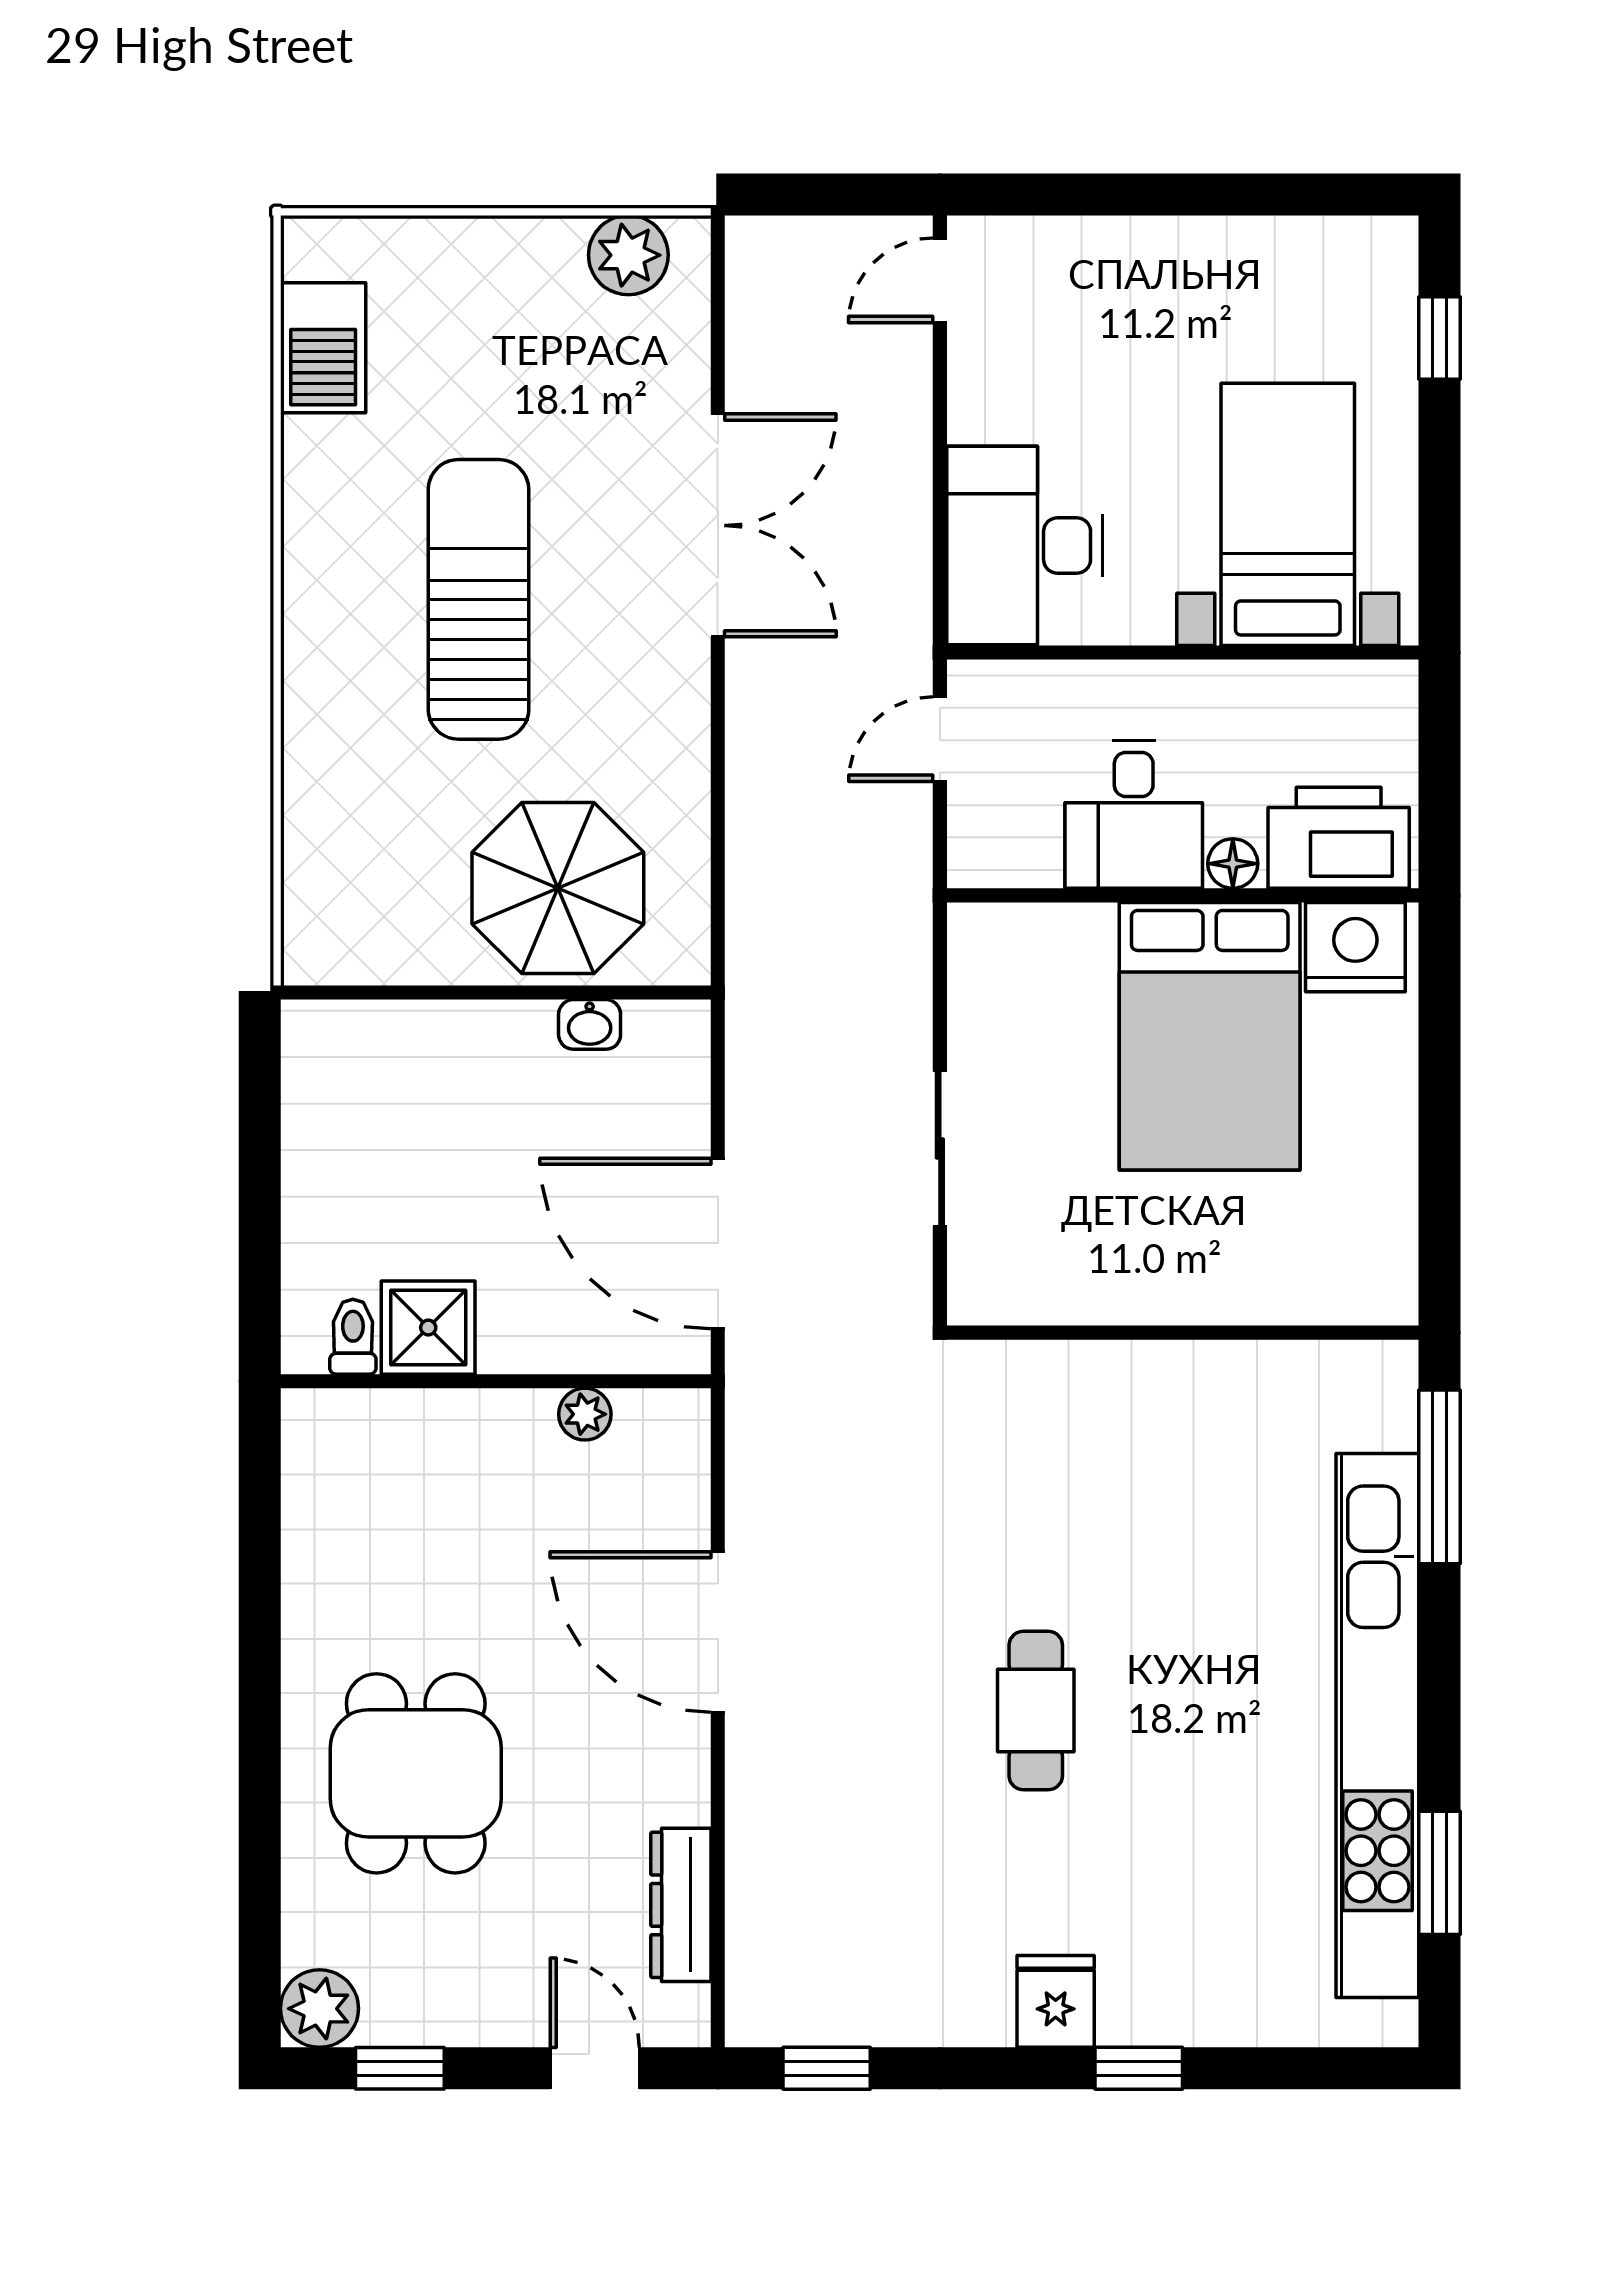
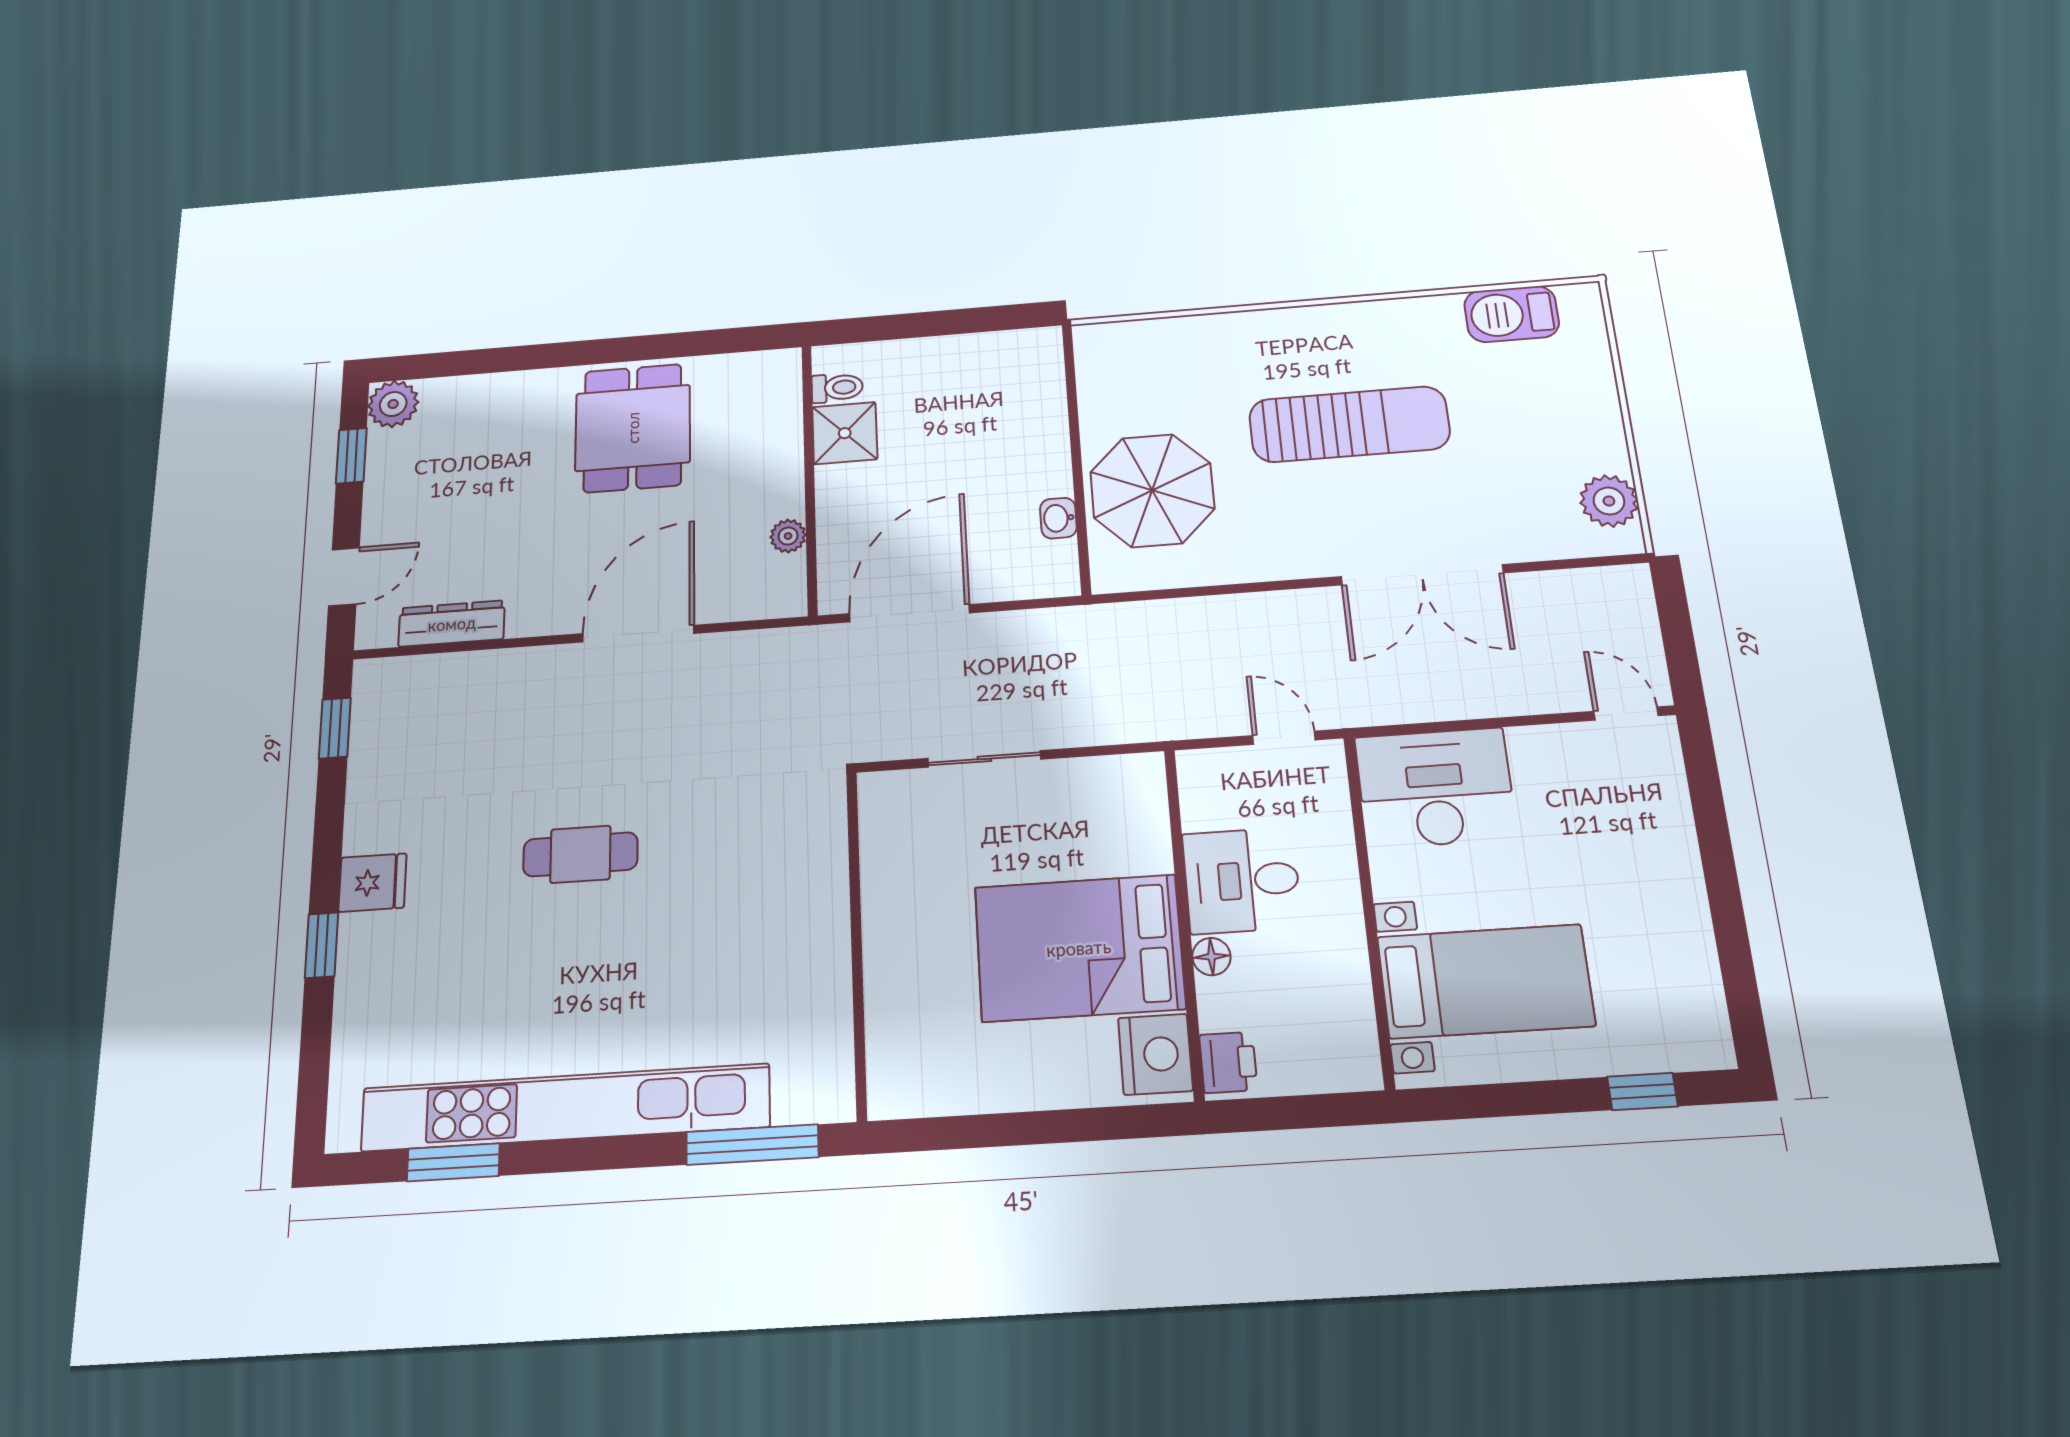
printer: (1339, 838) -> (1228, 1062), width x0.53, depth x0.68
dining table: (416, 1773) -> (633, 428), moved, turned 90

